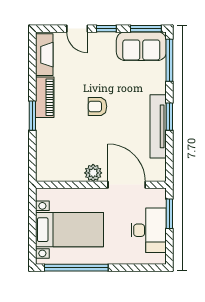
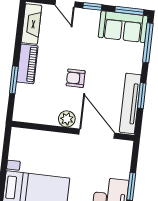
plant: (93, 173) -> (67, 119), moved
wall: (101, 185) -> (73, 131), moved
door: (127, 185) -> (97, 134), moved

